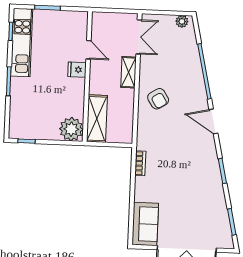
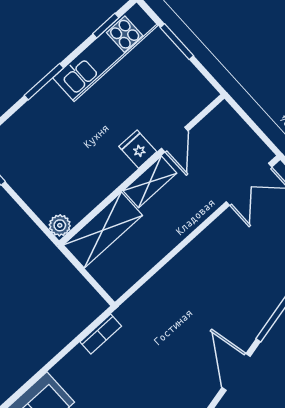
shelving: (129, 72) -> (150, 182), moved
armchair: (158, 99) -> (198, 280), removed
plant: (71, 129) -> (60, 225), width x0.53, depth x0.53

